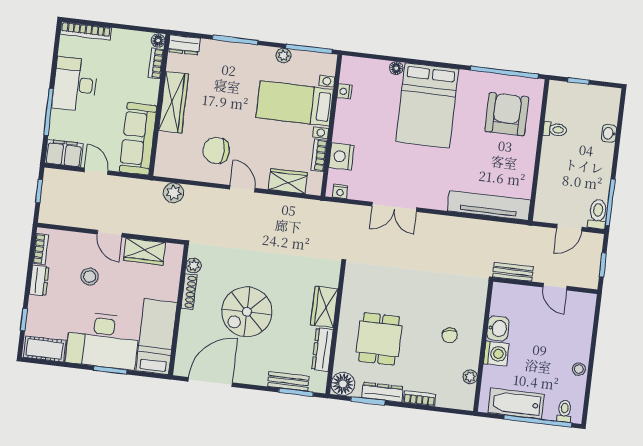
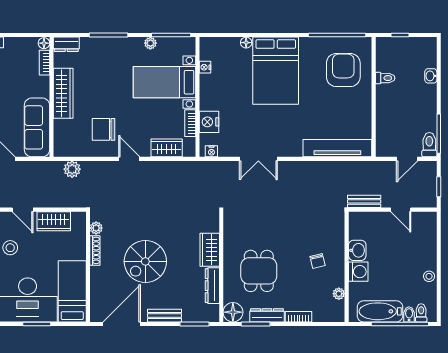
bench: (288, 381) -> (164, 316), moved
bidet: (550, 411) -> (409, 314), added

